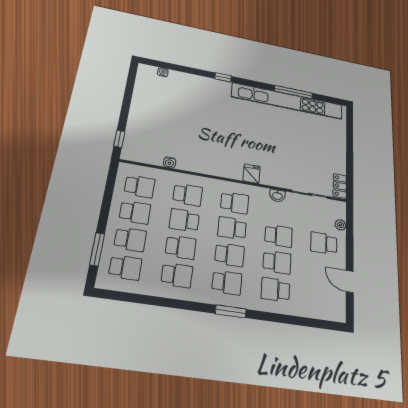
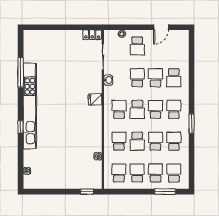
kitchen unit: (288, 101) -> (30, 106), moved
window: (231, 311) -> (192, 124), moved

